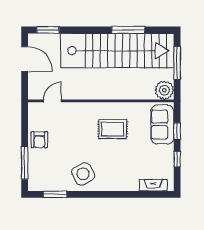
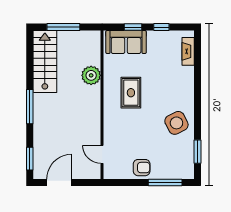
window: (128, 30) -> (30, 107), moved
stairs: (117, 51) -> (45, 61), width x0.54, depth x0.66
plant: (164, 90) -> (91, 75), moved

